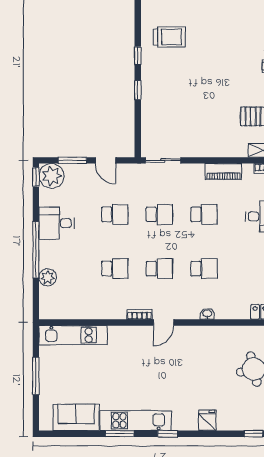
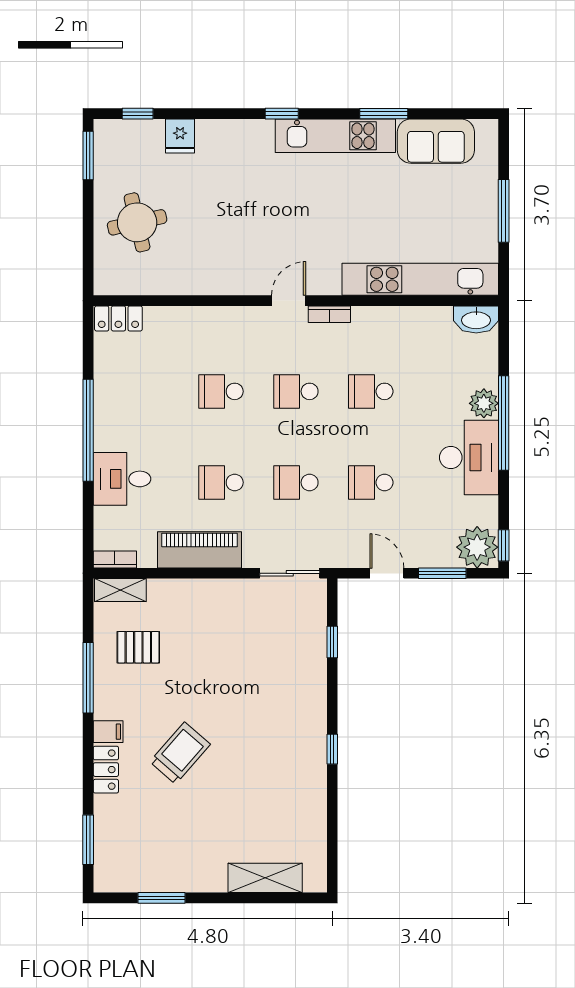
trolley: (169, 37) -> (180, 753), moved, turned 131
window: (138, 90) -> (332, 642), moved
piano: (223, 172) -> (199, 550), width x1.37, depth x1.33
desk: (56, 223) -> (469, 458), width x1.37
plant: (48, 277) -> (484, 403), moved
washbasin: (207, 314) -> (476, 319), moved, width x1.91, depth x1.45
kitchen unit: (73, 335) -> (420, 279), width x1.36
fridge: (207, 420) -> (180, 136), moved
window: (120, 434) -> (384, 114), moved

